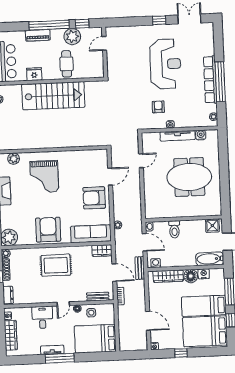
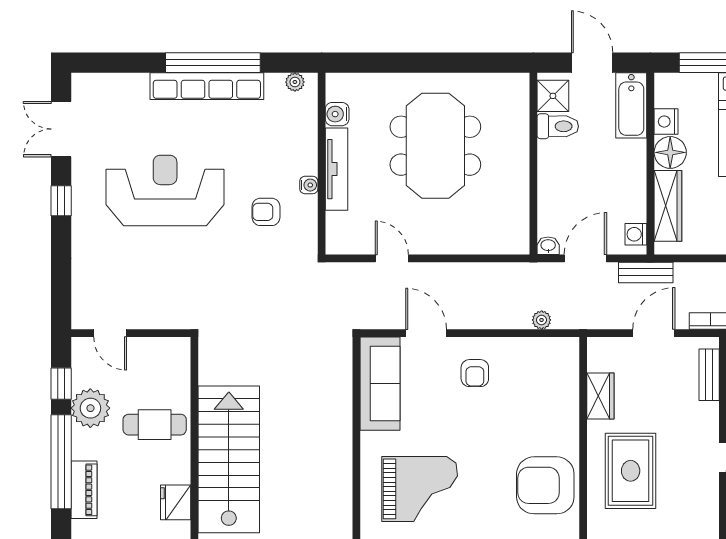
armchair: (94, 198) -> (475, 373), width x0.53, depth x0.53
toilet: (174, 229) -> (558, 126), moved
sofa: (91, 234) -> (380, 384), moved, turned 180
wardrobe: (102, 250) -> (600, 396), moved

